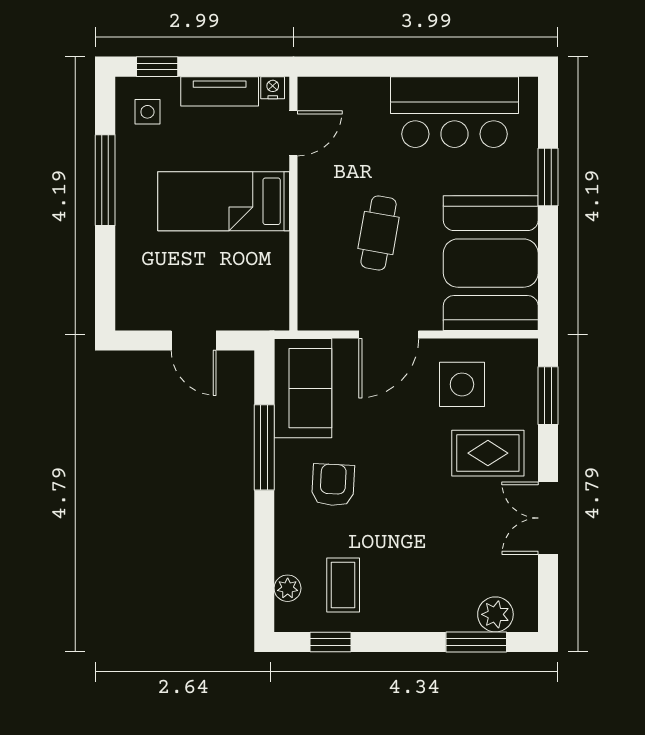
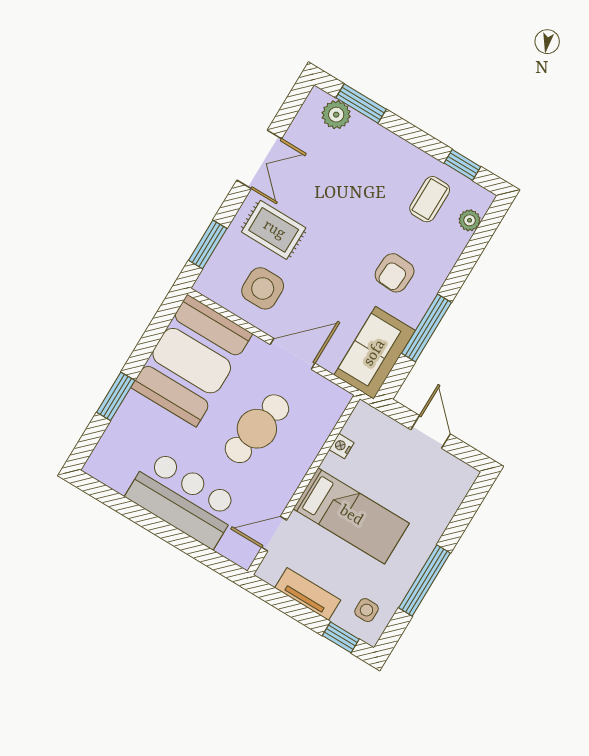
nightstand: (273, 88) -> (342, 446), moved, turned 90
bar counter: (454, 112) -> (183, 499), moved
cafe table: (379, 233) -> (257, 429), width x1.37, depth x1.35

